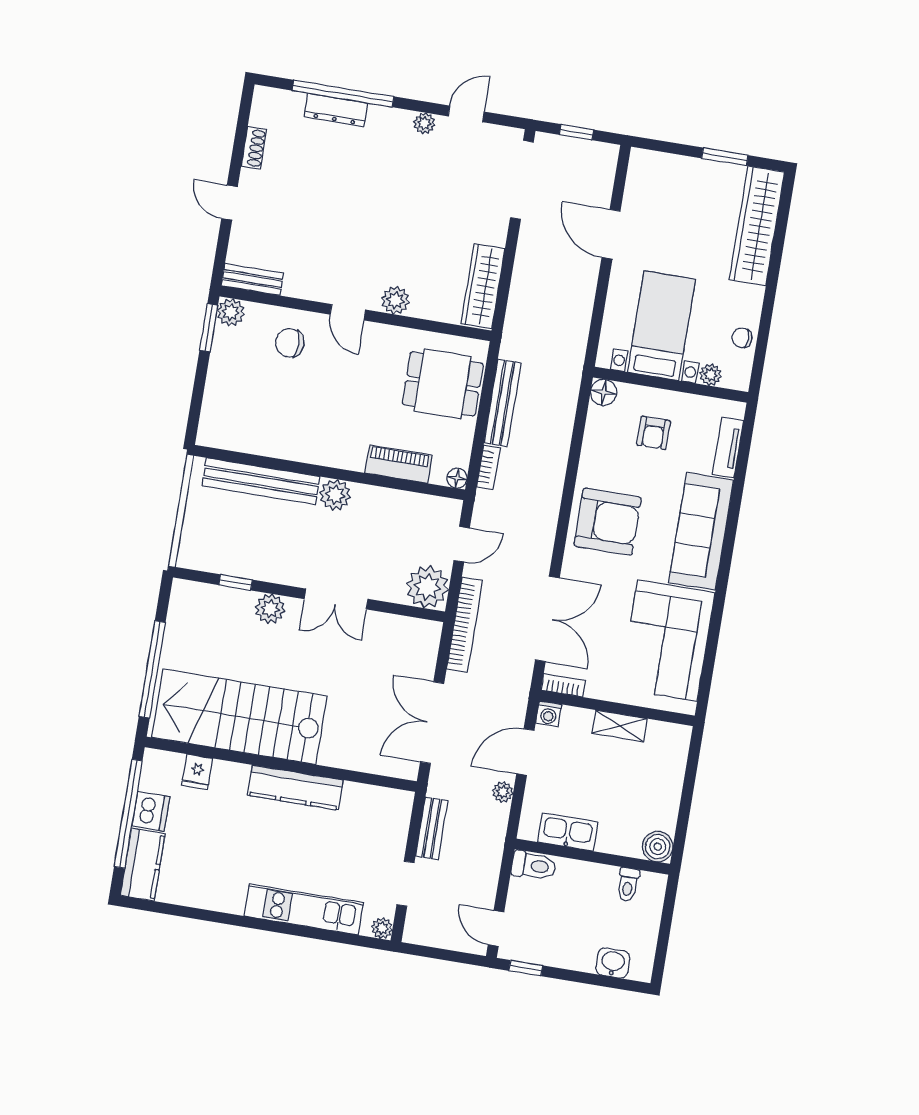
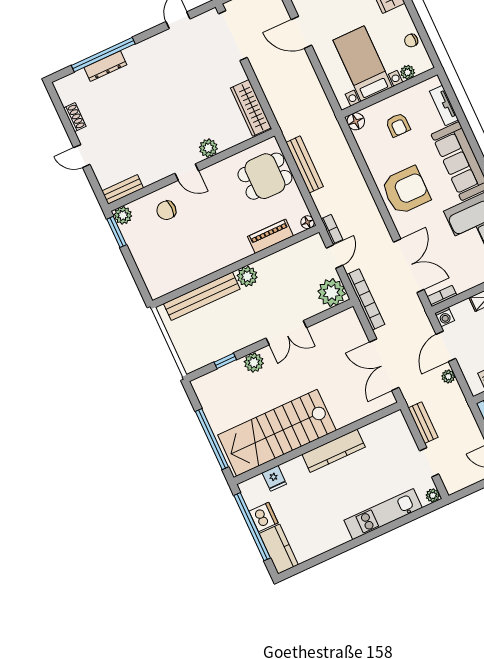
plant: (424, 123) -> (159, 41), removed
bookcase: (488, 467) -> (332, 229), moved

